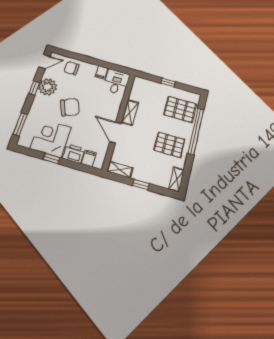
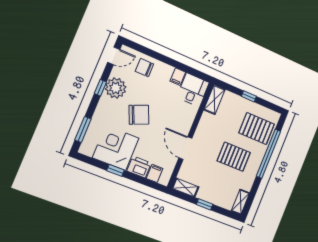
shelving: (130, 112) -> (214, 100), moved
pallet: (169, 145) -> (234, 157), moved

